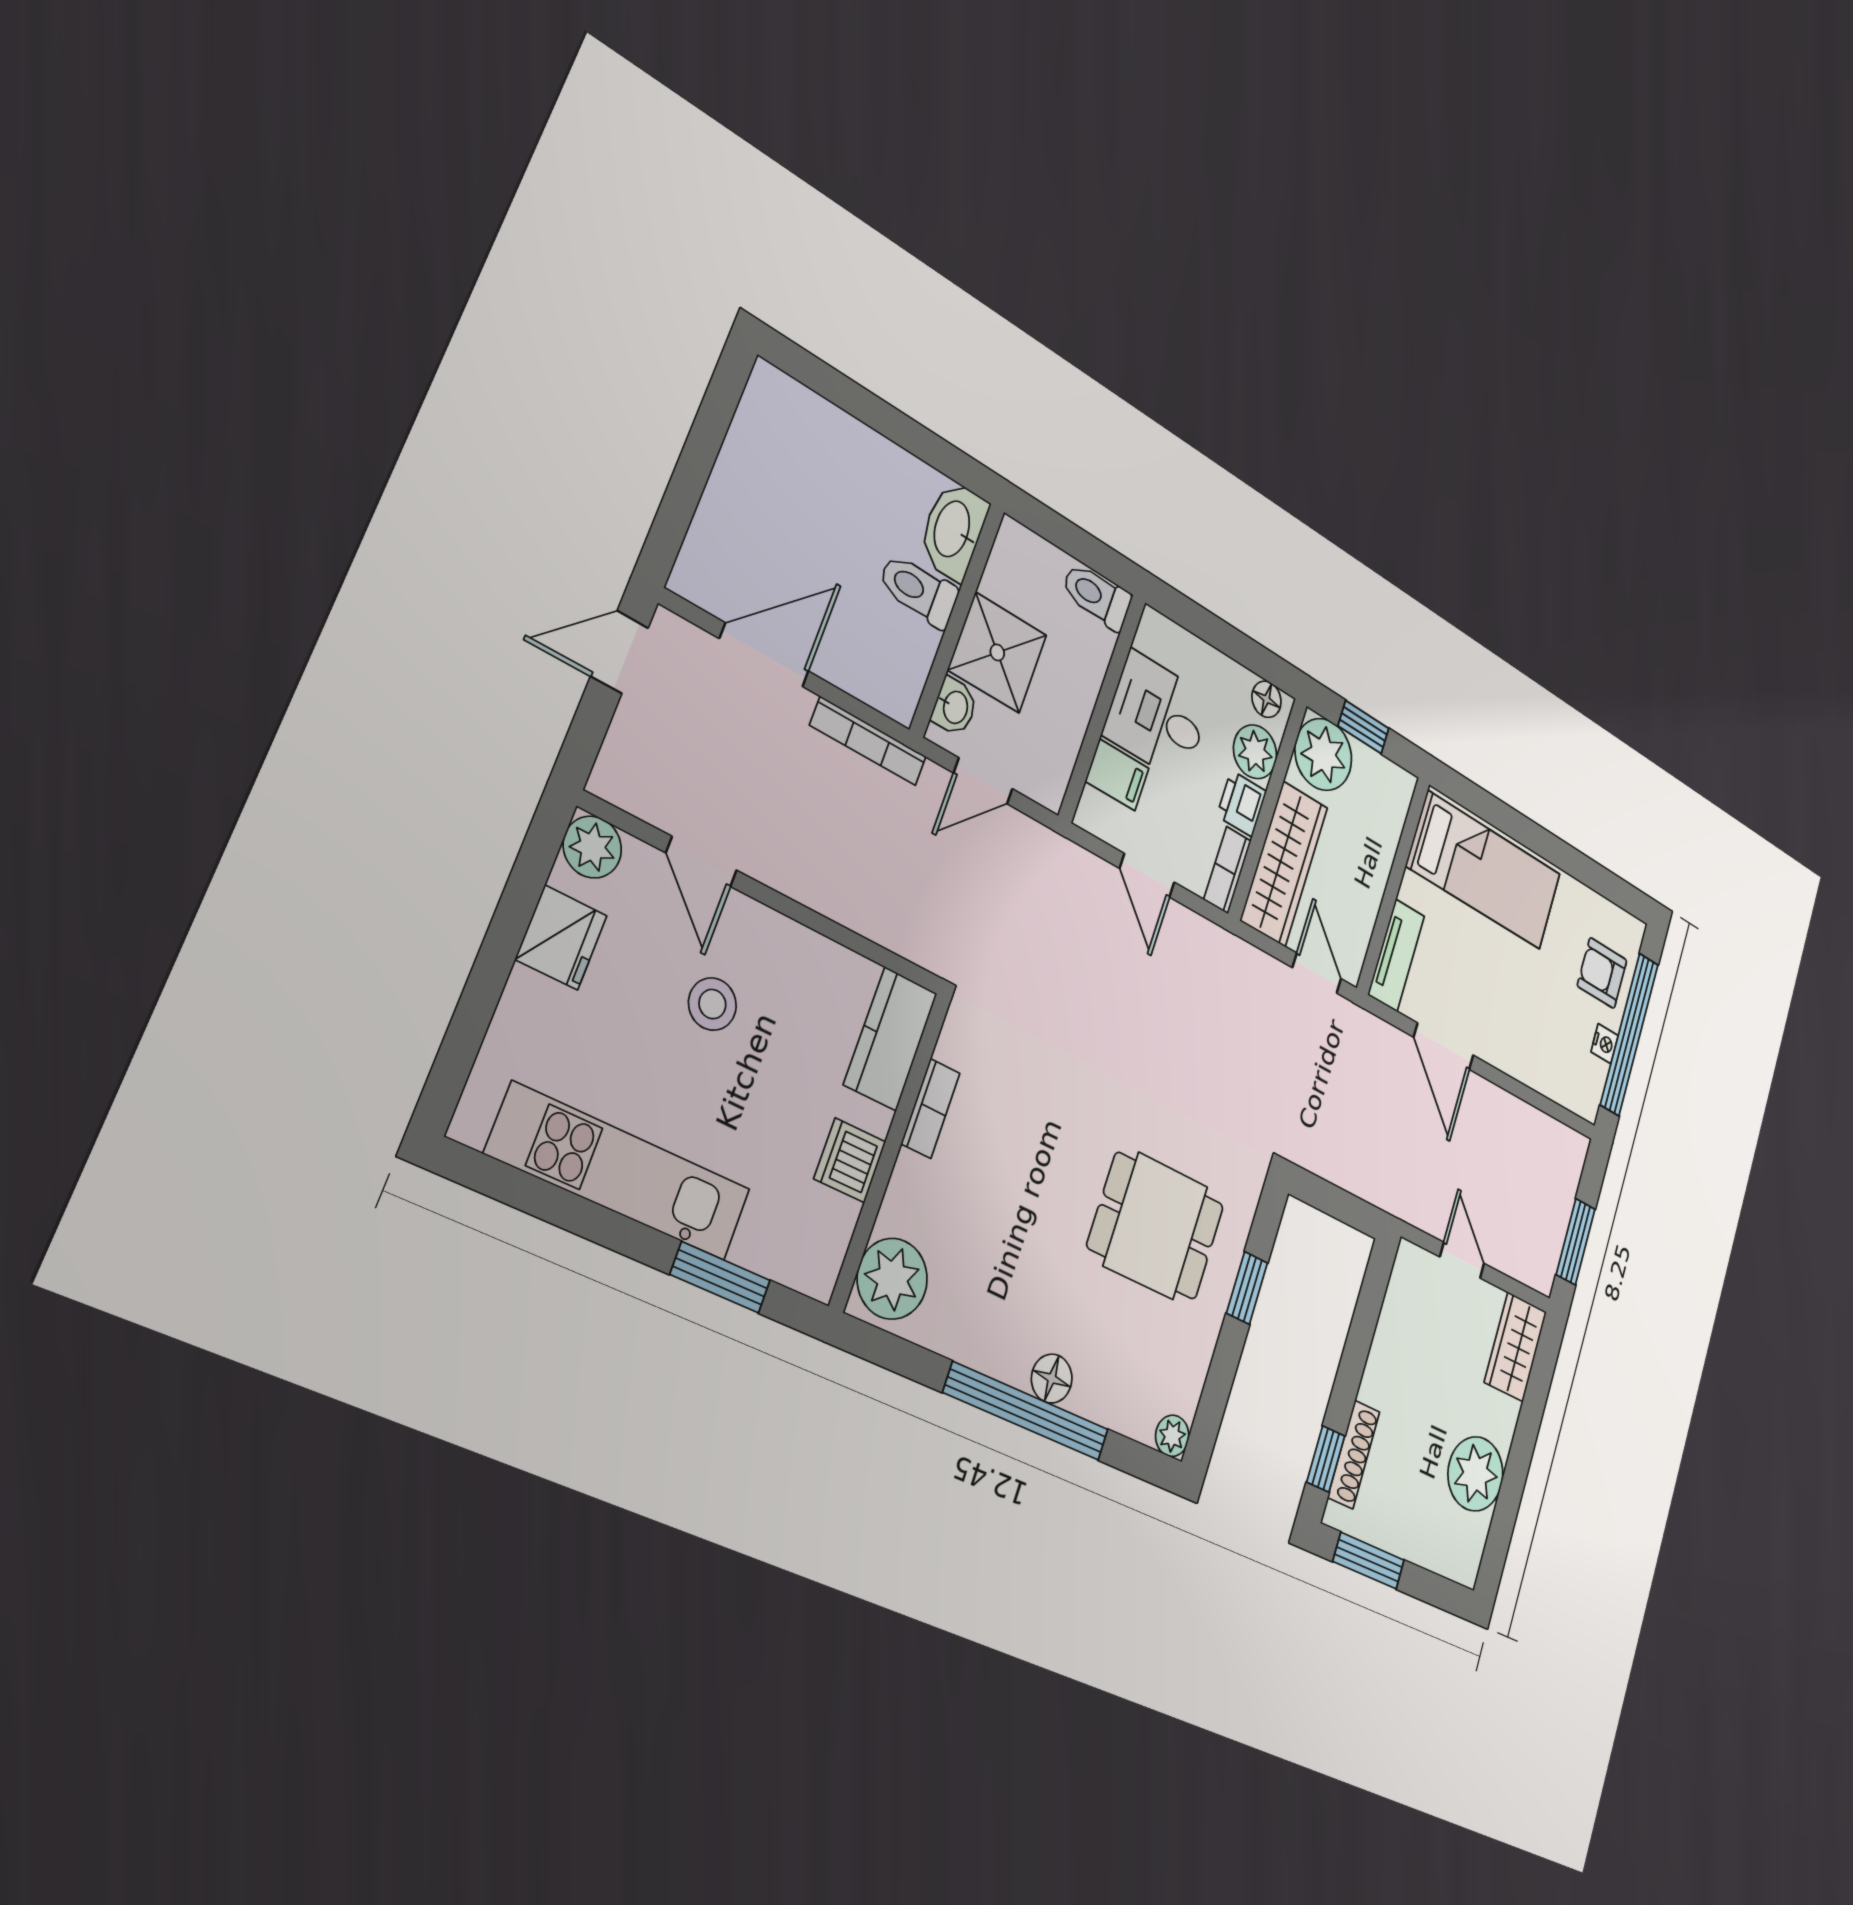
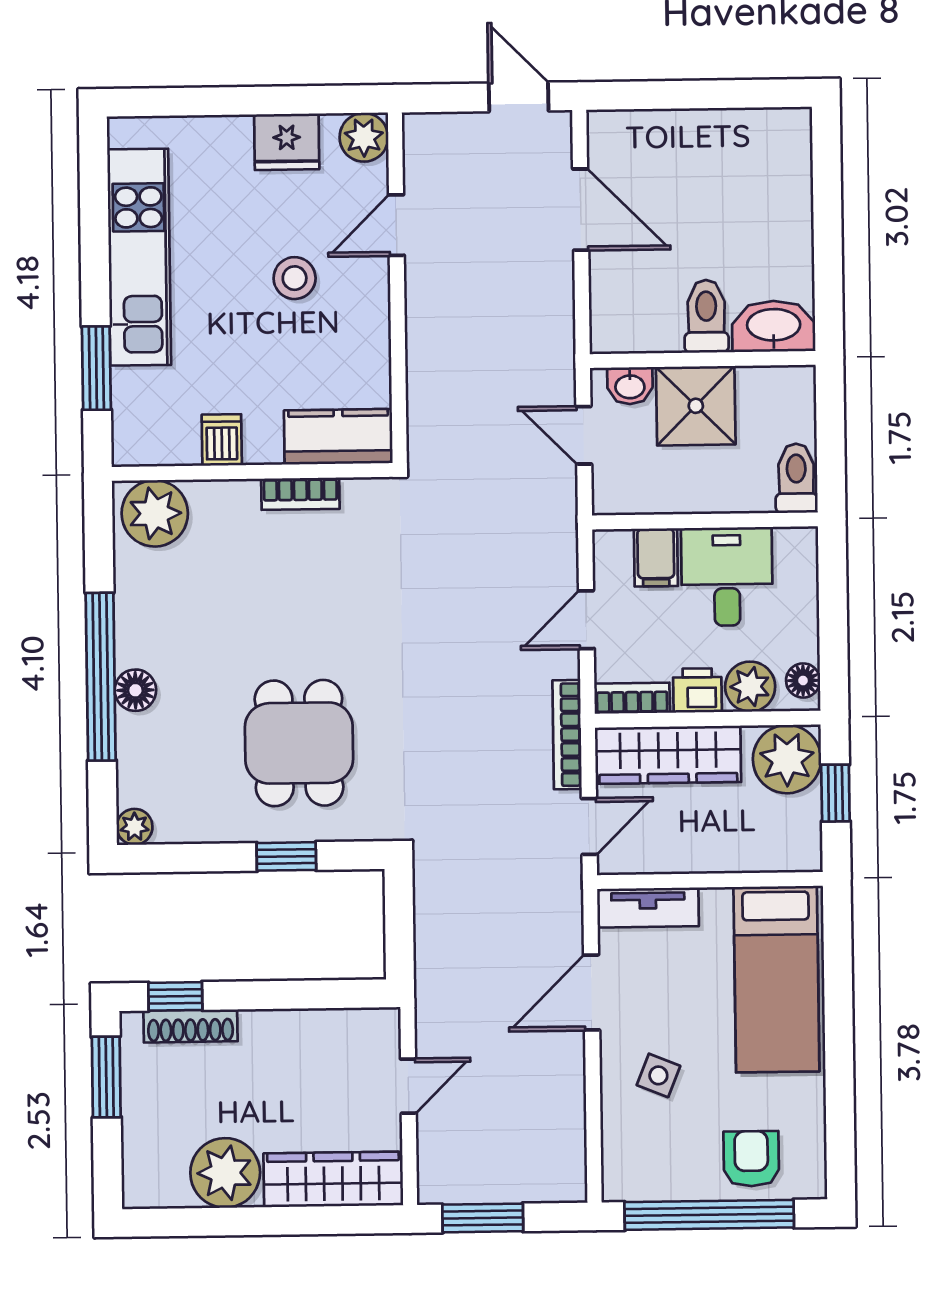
bookcase: (868, 741) -> (567, 735), moved
side table: (1521, 1021) -> (658, 1075), added
nightstand: (1605, 1044) -> (685, 1186), removed
dishwasher: (850, 1160) -> (222, 440), width x0.73
wardrobe: (1515, 1347) -> (333, 1179), width x1.50

